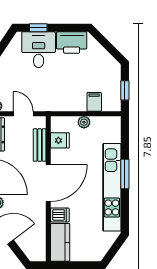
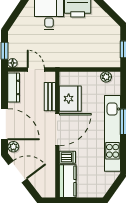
filing cabinet: (94, 102) -> (97, 59), removed
plant: (84, 122) -> (106, 77), moved
fridge: (60, 140) -> (70, 99), width x1.88, depth x1.34

